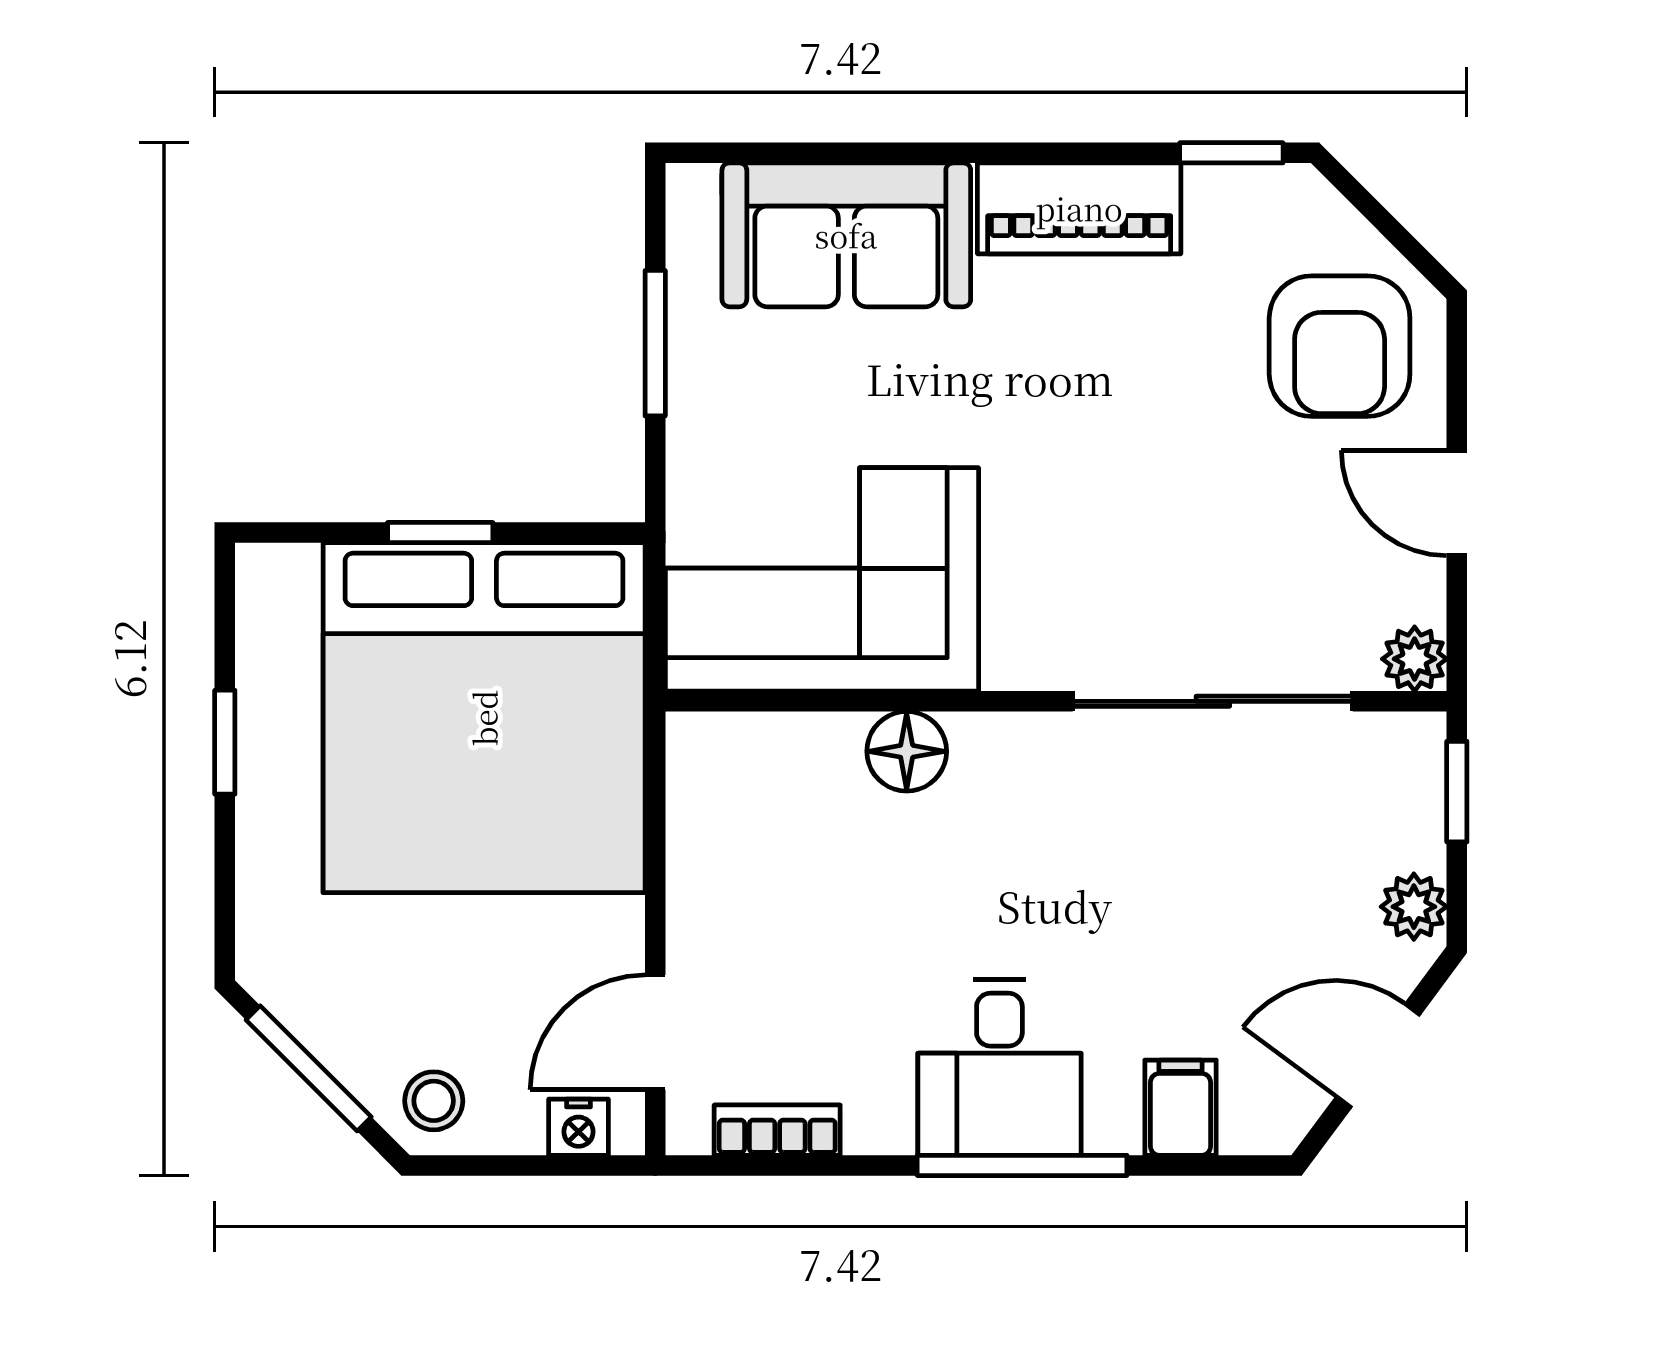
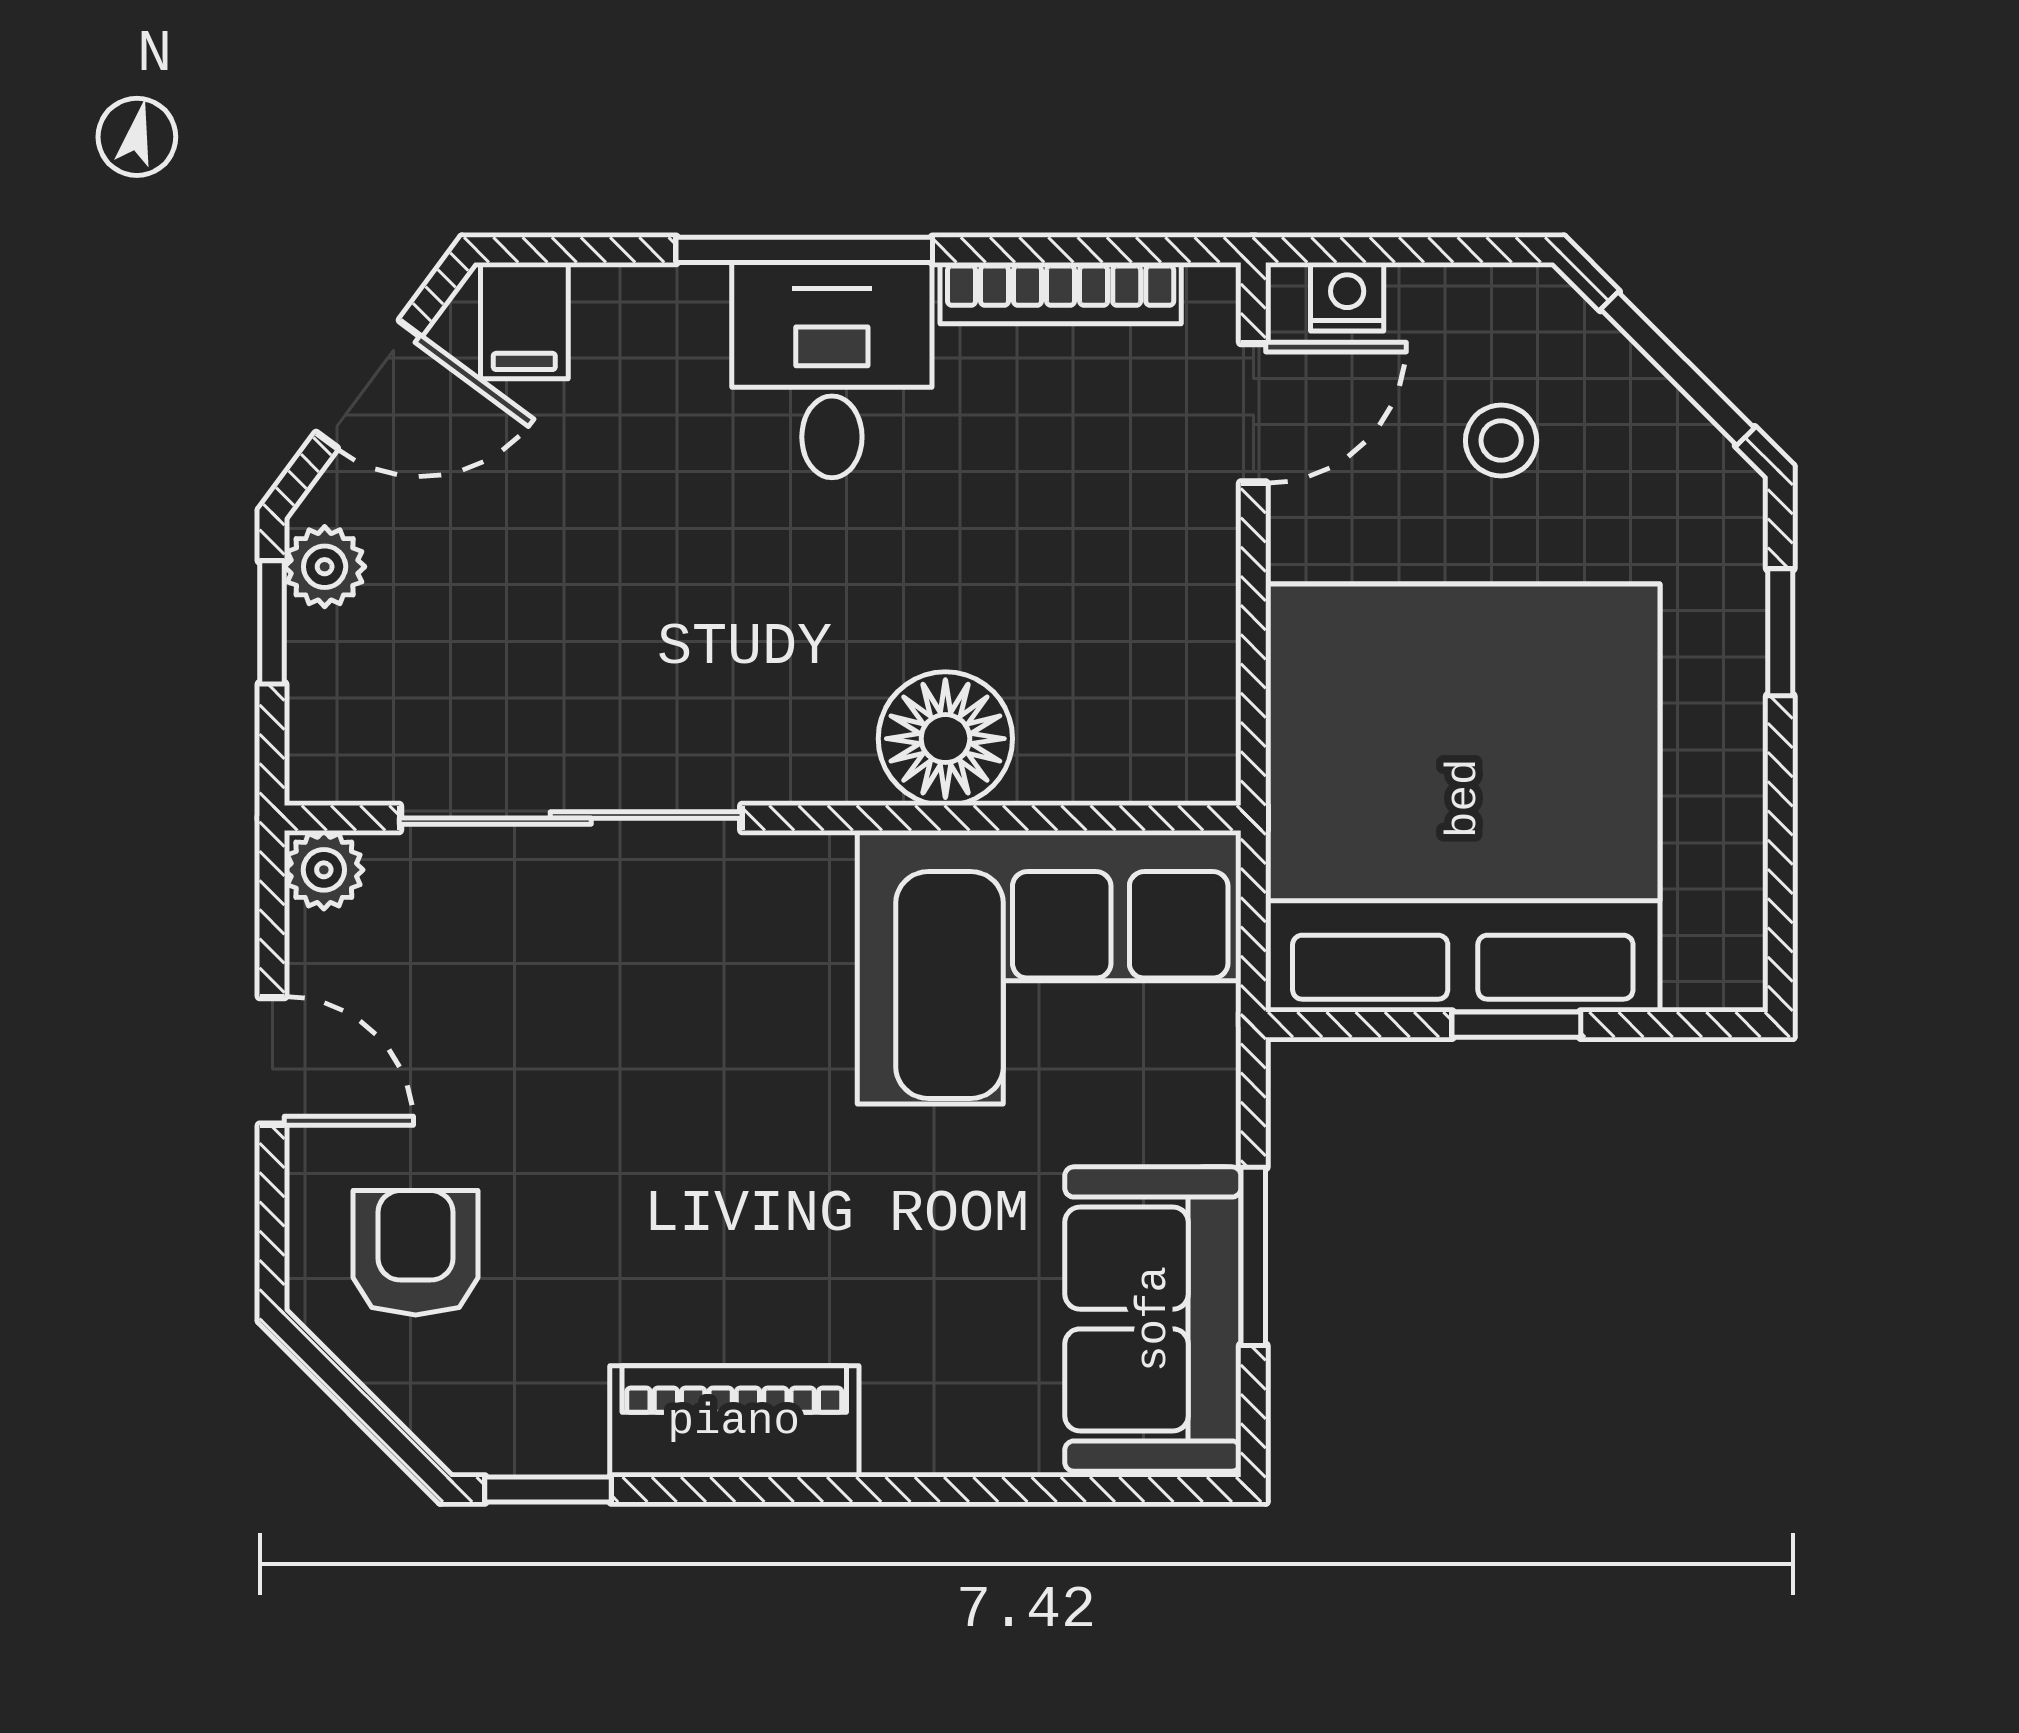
sofa: (846, 235) -> (1153, 1319), moved, turned -90
armchair: (1340, 346) -> (416, 1253), width x0.72, depth x0.72
window: (225, 742) -> (1780, 632), moved
floor lamp: (907, 751) -> (945, 739), width x1.38, depth x1.38
window: (1457, 792) -> (272, 622), moved
stool: (434, 1101) -> (1501, 441), moved
filing cabinet: (1181, 1108) -> (524, 321), moved
bookcase: (777, 1130) -> (1061, 293), width x1.56

